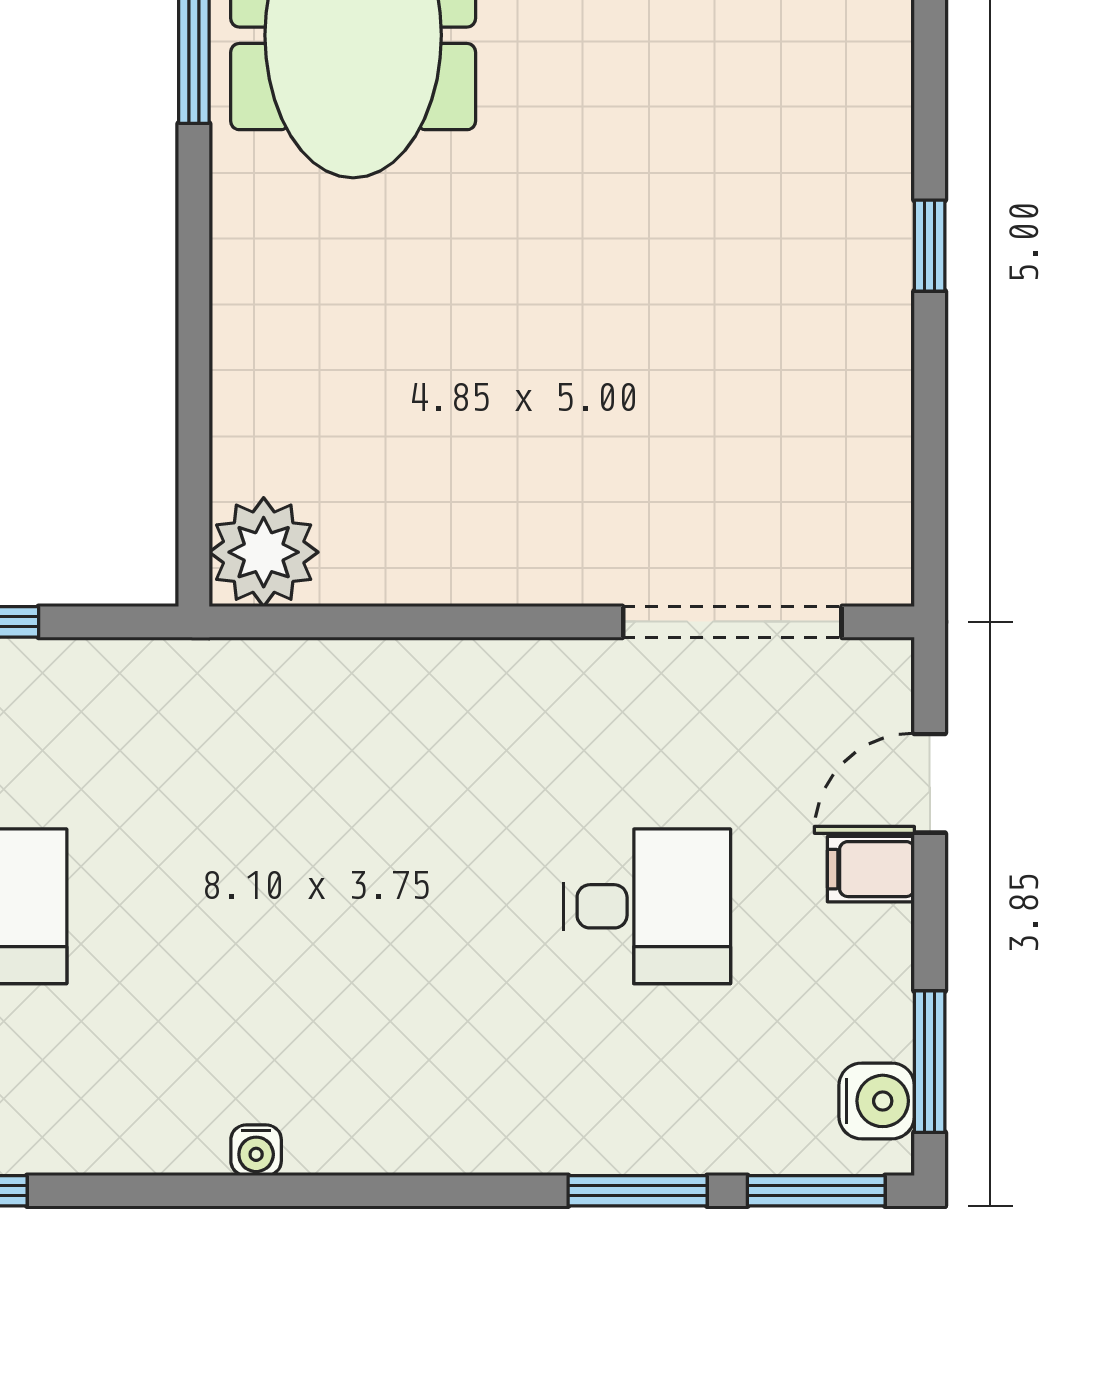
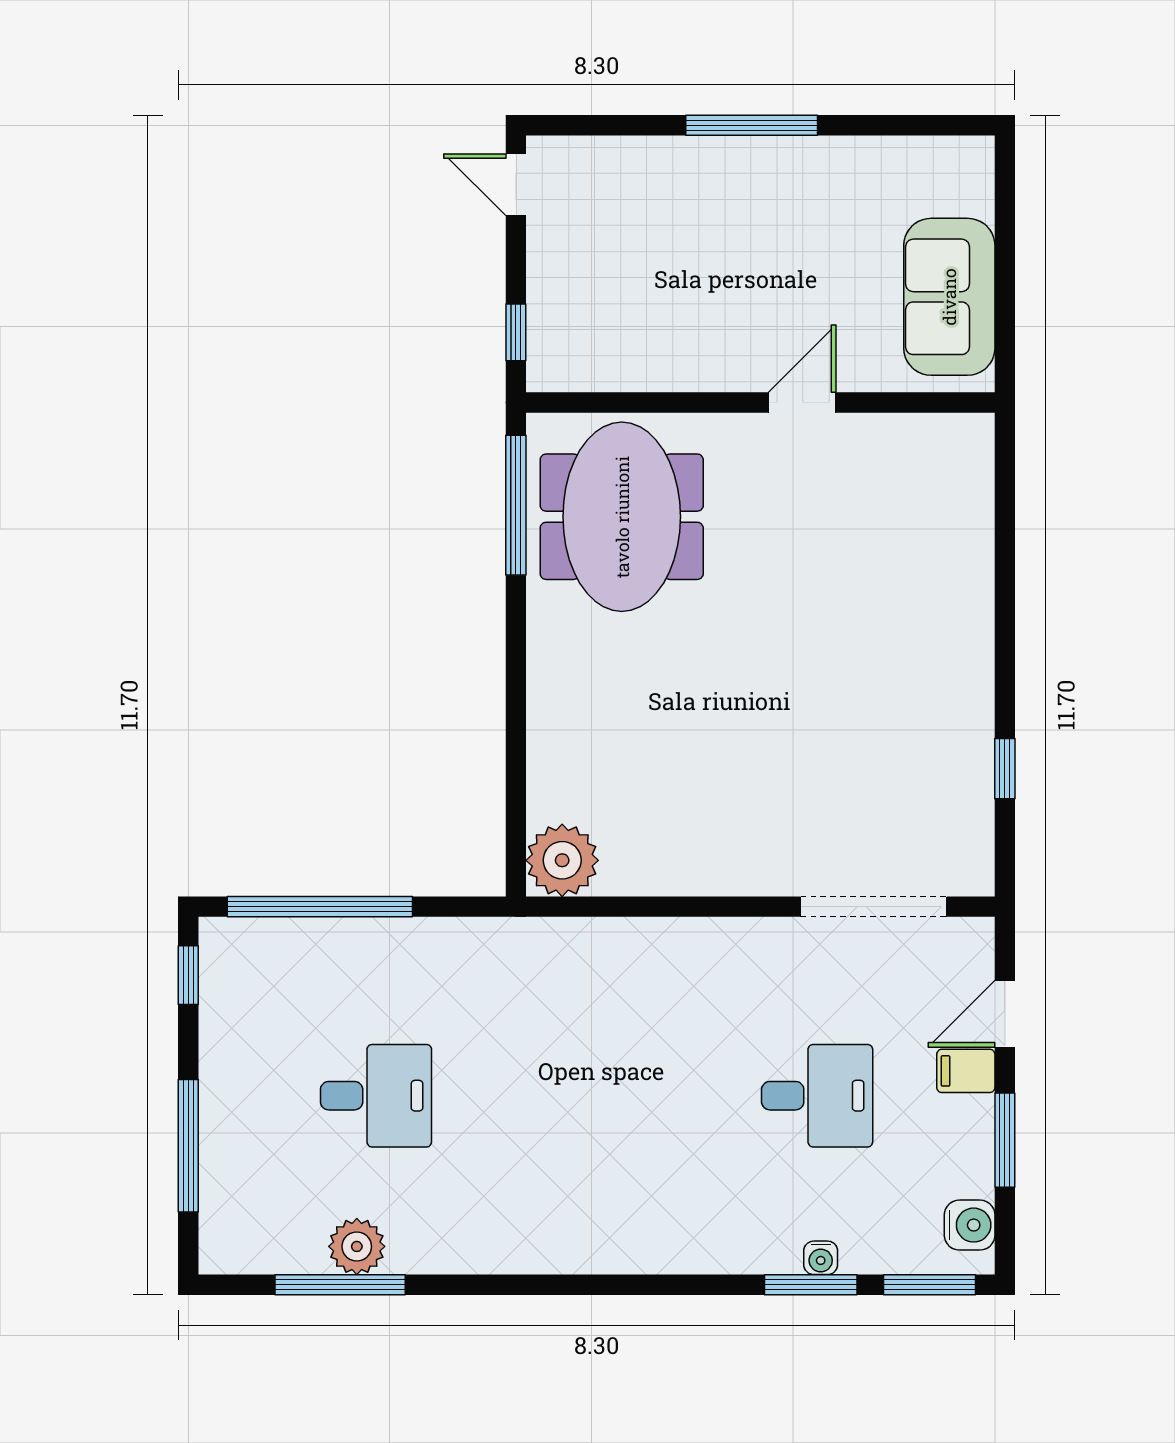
window: (930, 246) -> (1005, 769), moved
window: (930, 1062) -> (1005, 1140), moved
water cooler: (256, 1150) -> (821, 1258), moved

